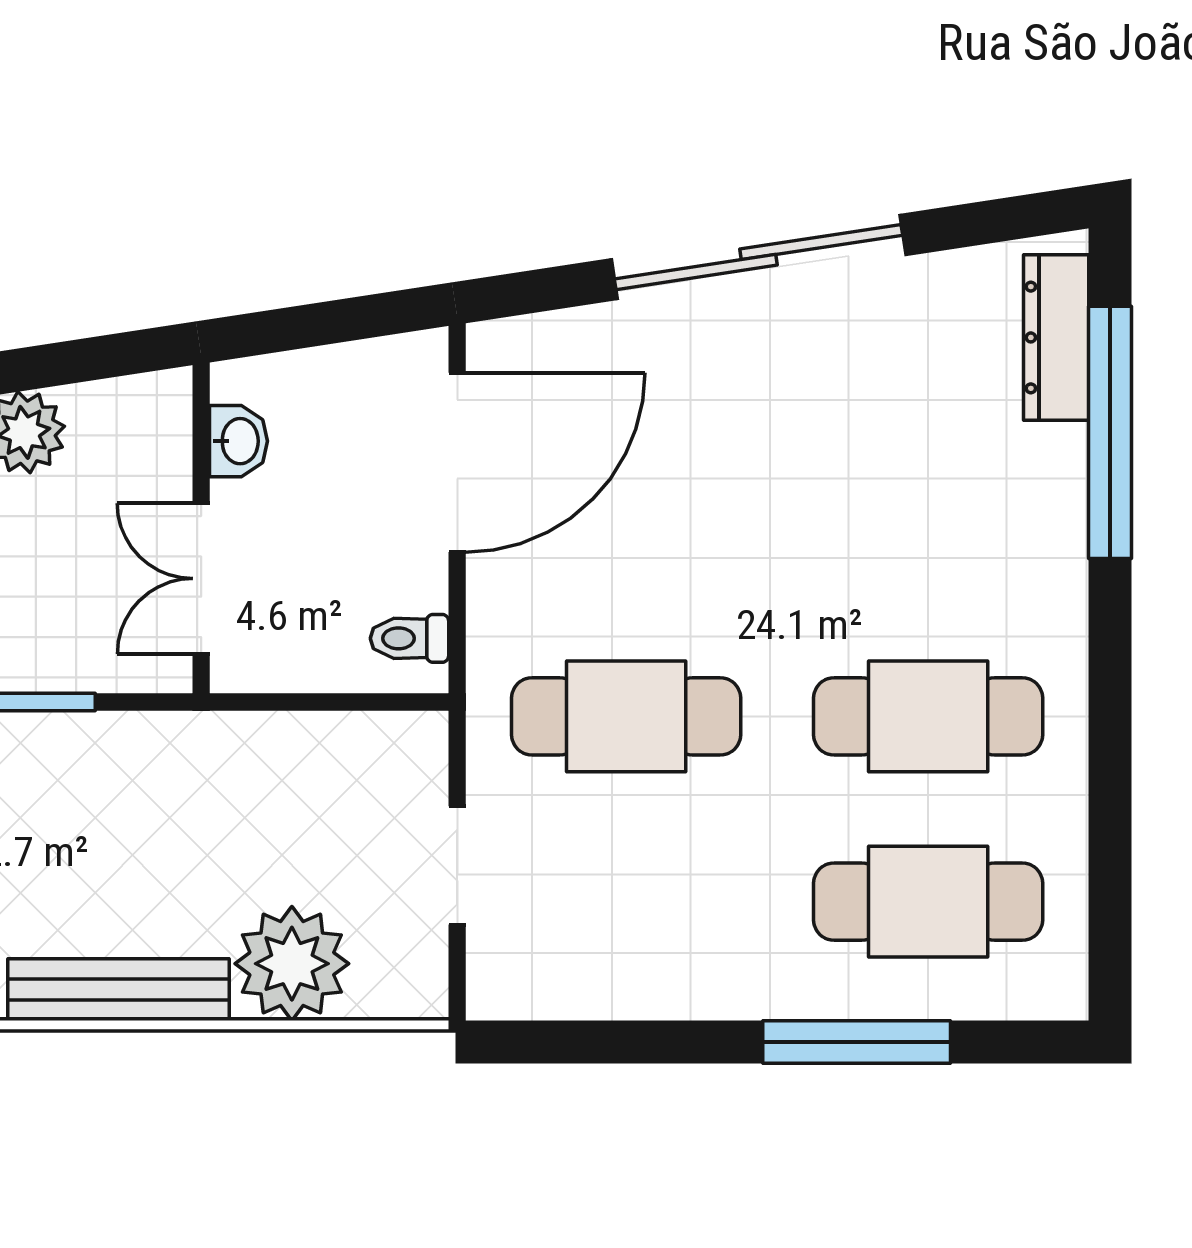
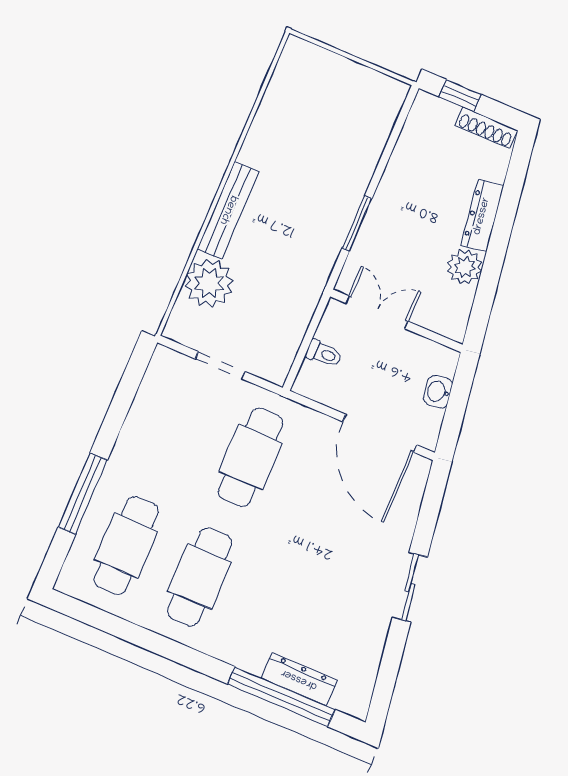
sliding door: (759, 257) -> (410, 587), width x0.54
dresser: (1056, 337) -> (299, 679), moved
washbasin: (238, 441) -> (438, 392), moved, turned 81
toilet: (409, 638) -> (324, 354), moved, turned 90

